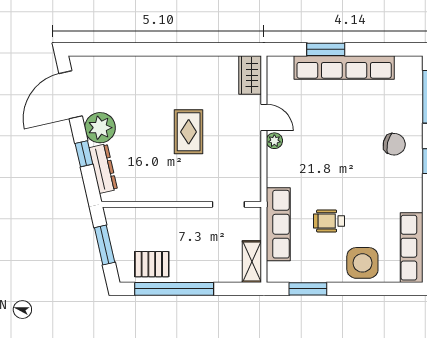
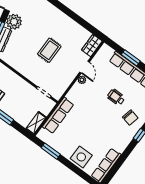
wheelchair: (329, 221) -> (116, 97), moved

